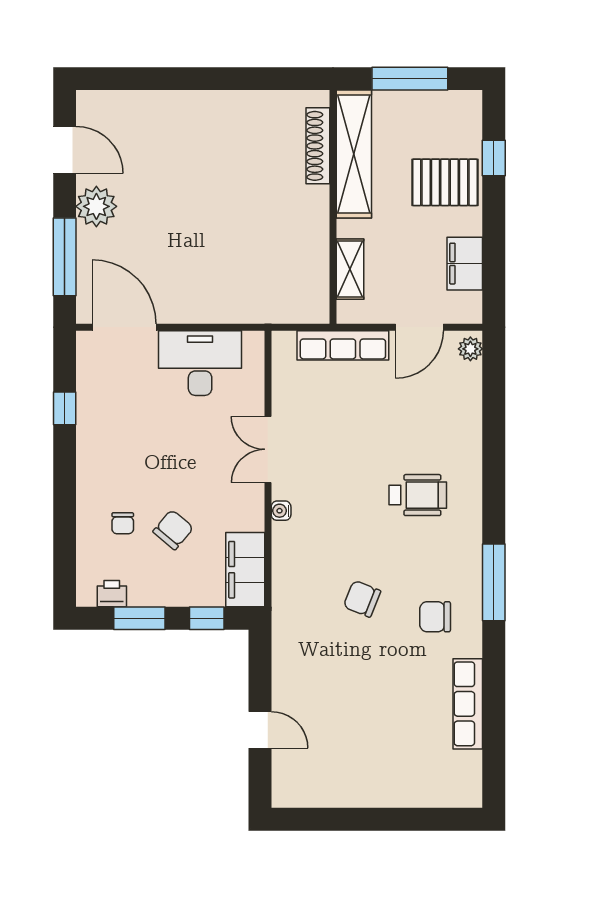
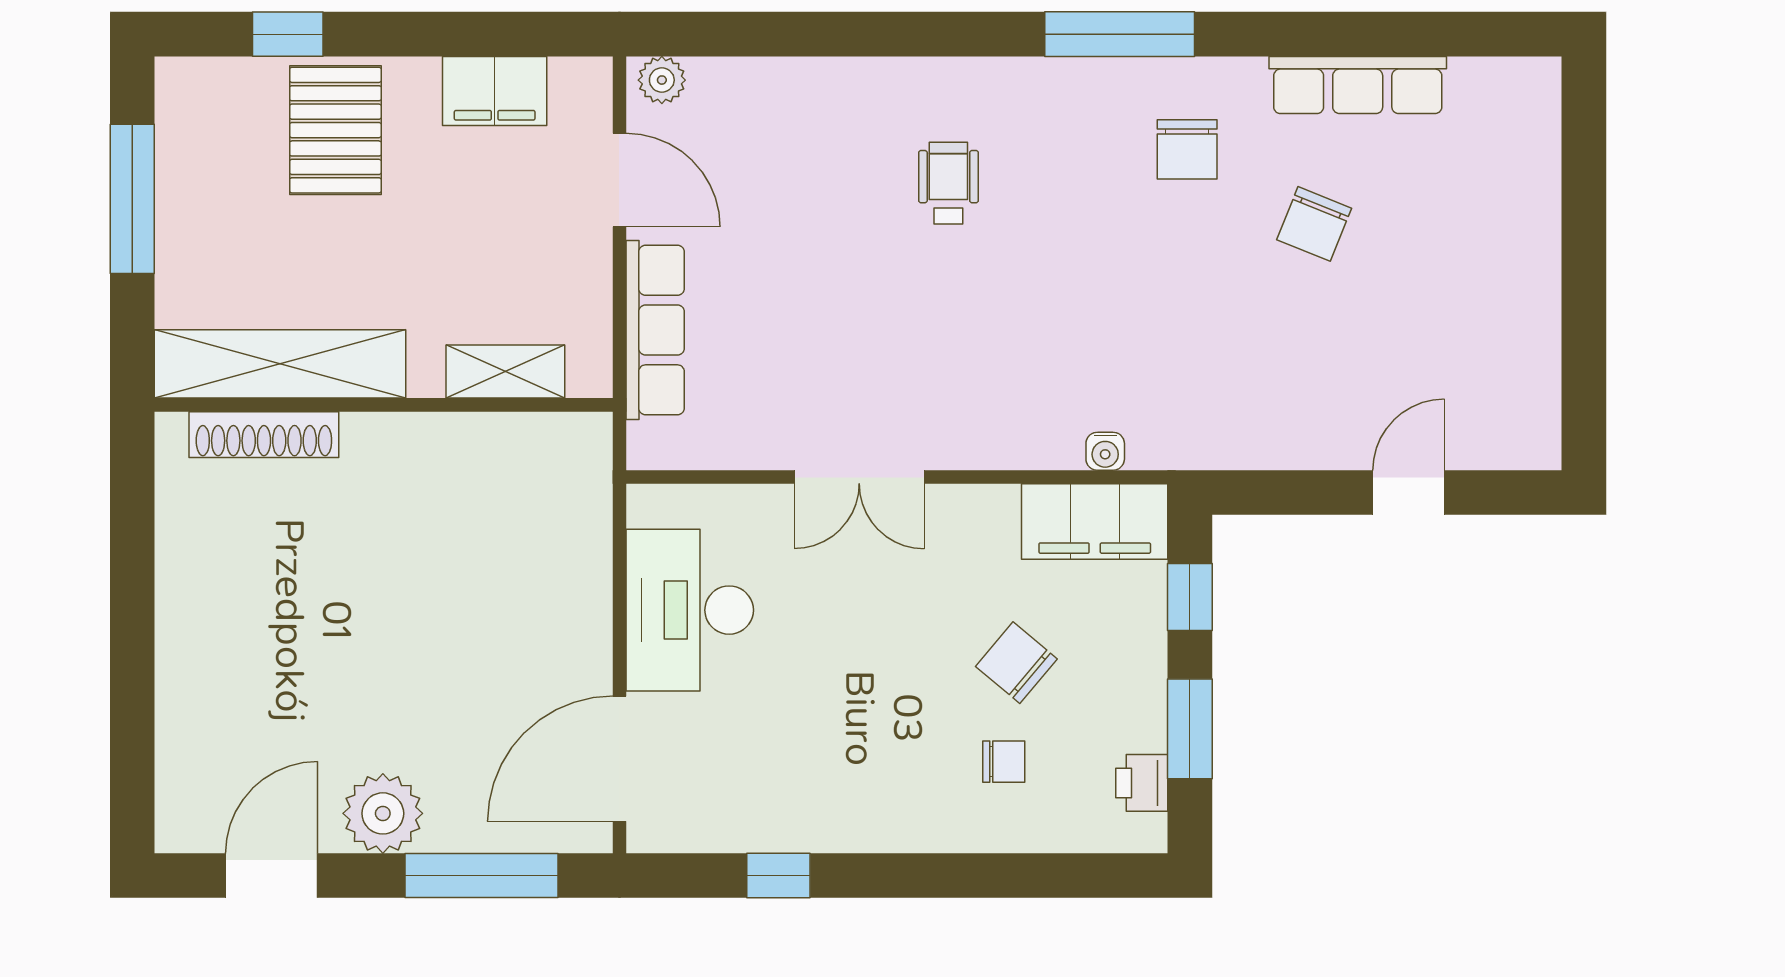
shoe rack: (318, 146) -> (264, 435), moved
shelving: (354, 154) -> (280, 364), moved
wall: (333, 207) -> (384, 405), moved
shelving: (350, 269) -> (505, 372), moved
wheelchair: (418, 495) -> (948, 183), width x0.73, depth x0.73
water cooler: (281, 511) -> (1105, 451), moved
chair: (362, 599) -> (1314, 224), moved

